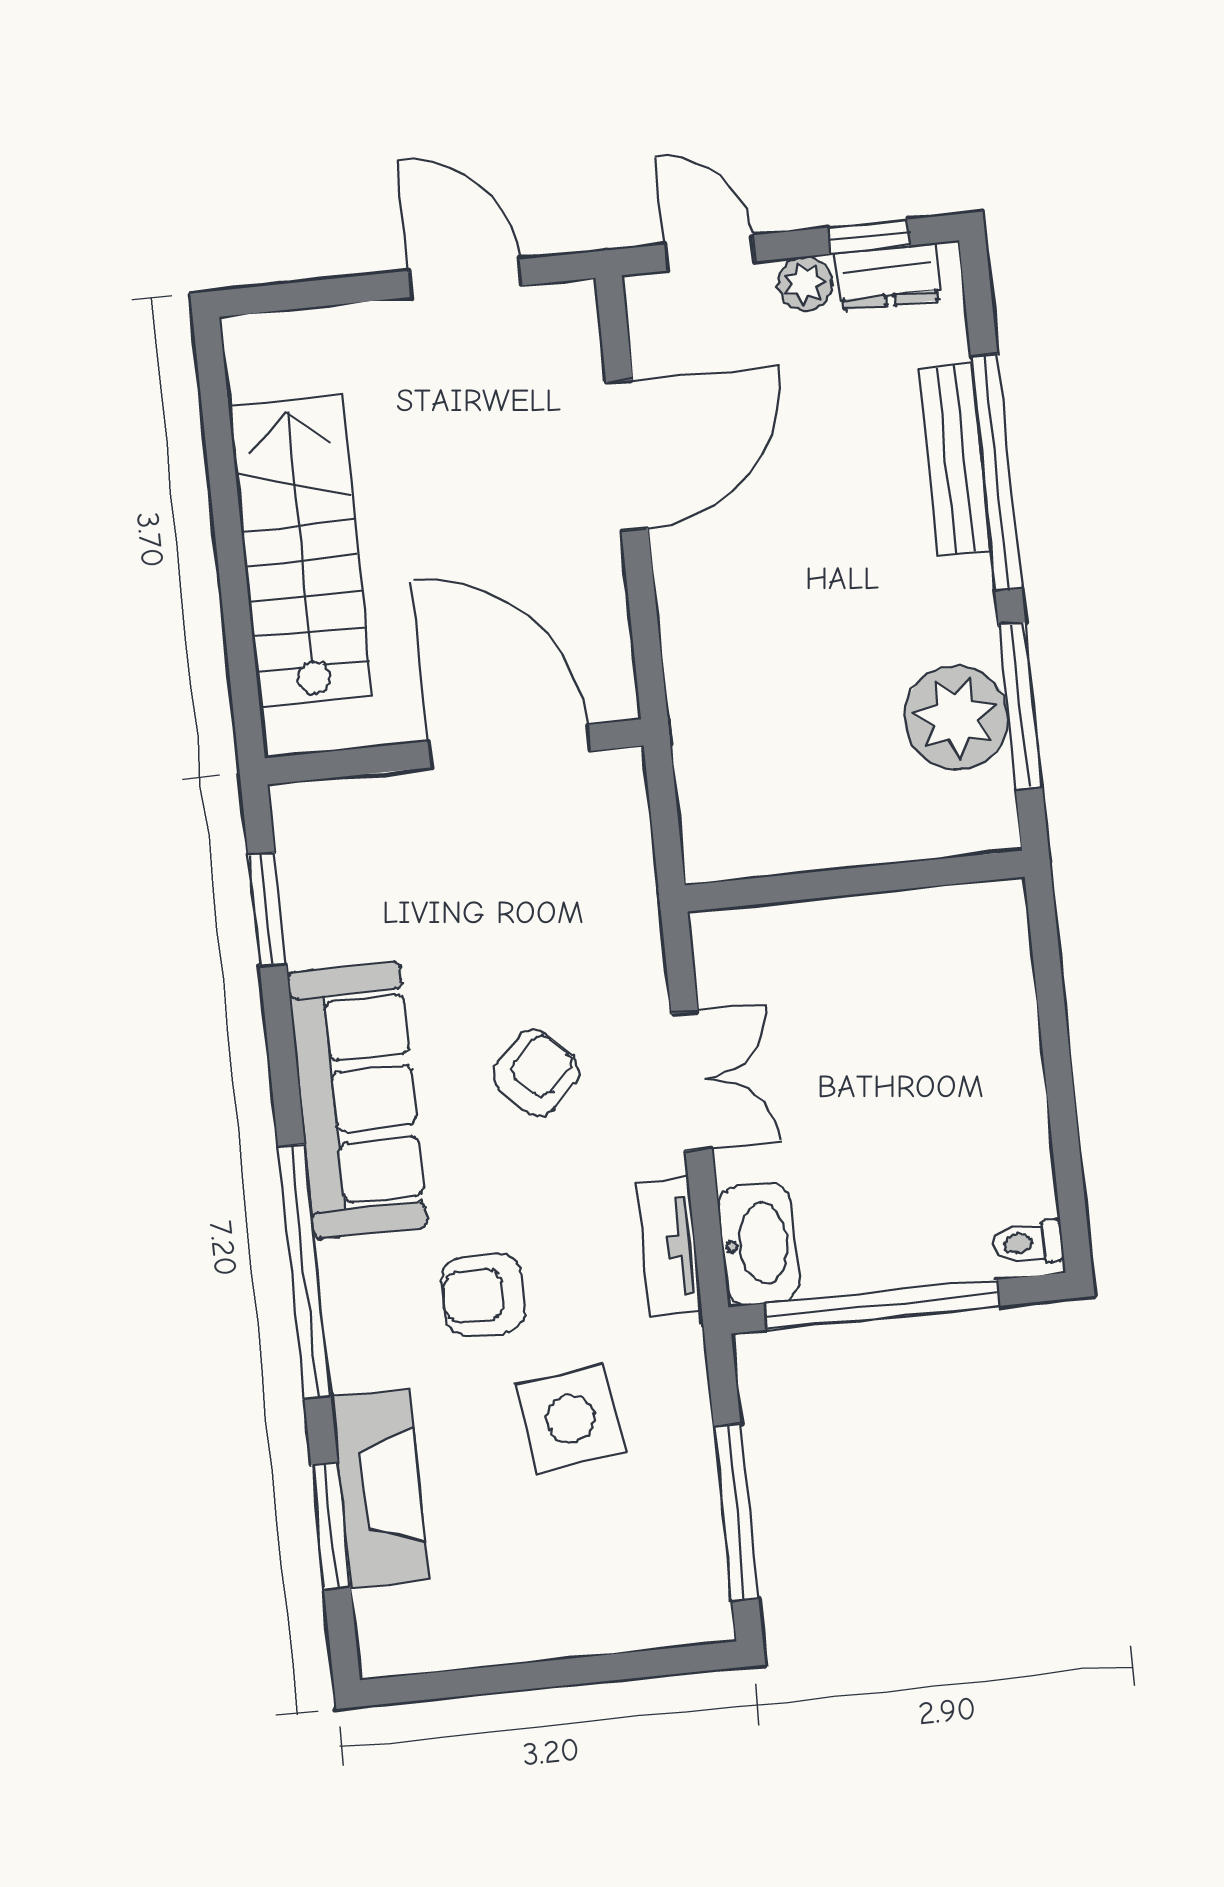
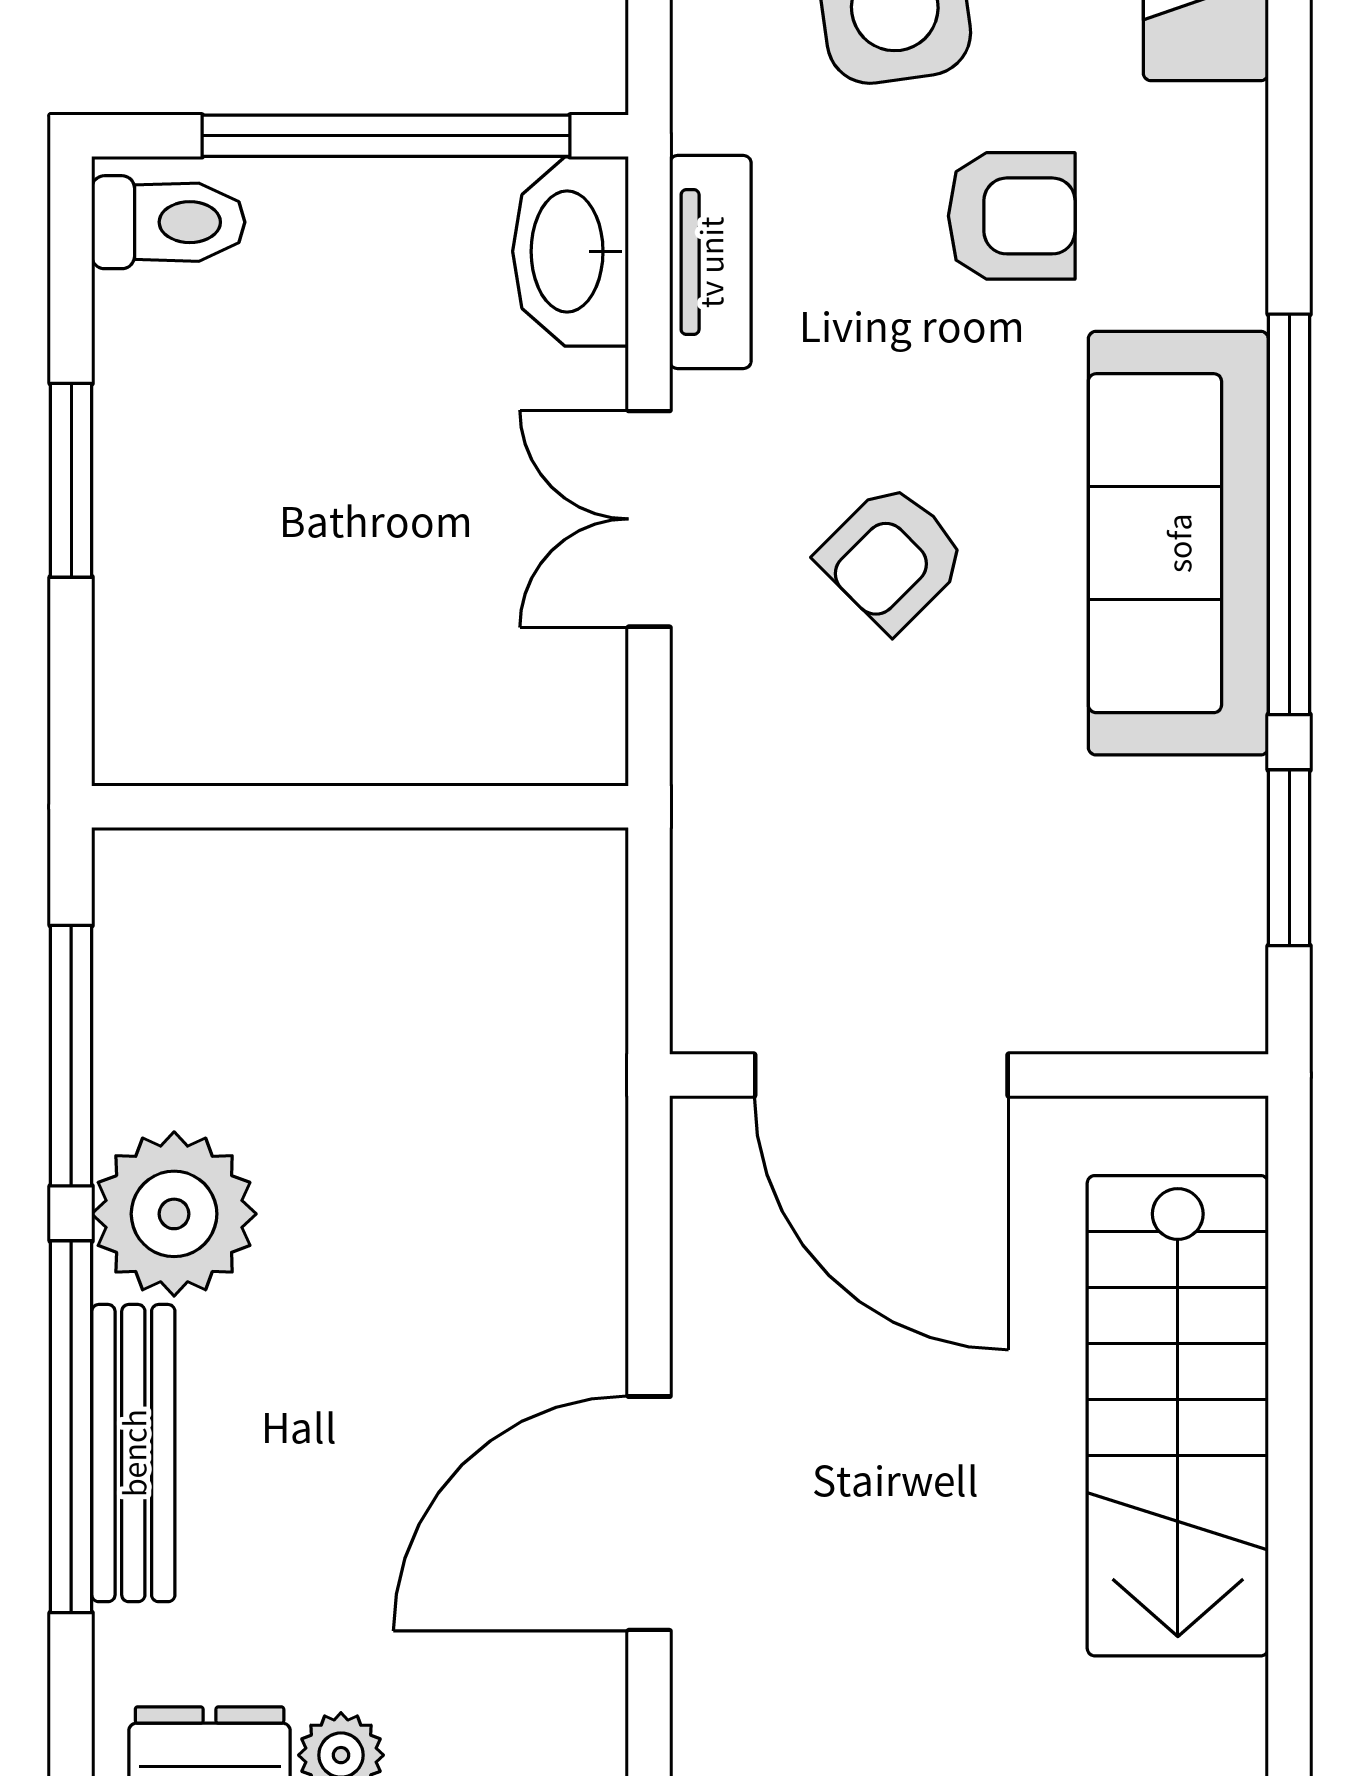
plant: (956, 718) -> (174, 1214), moved
window: (1058, 1068) -> (71, 480), added
toilet: (1028, 1243) -> (168, 222), width x1.37, depth x1.39
window: (304, 1271) -> (1289, 514), moved

